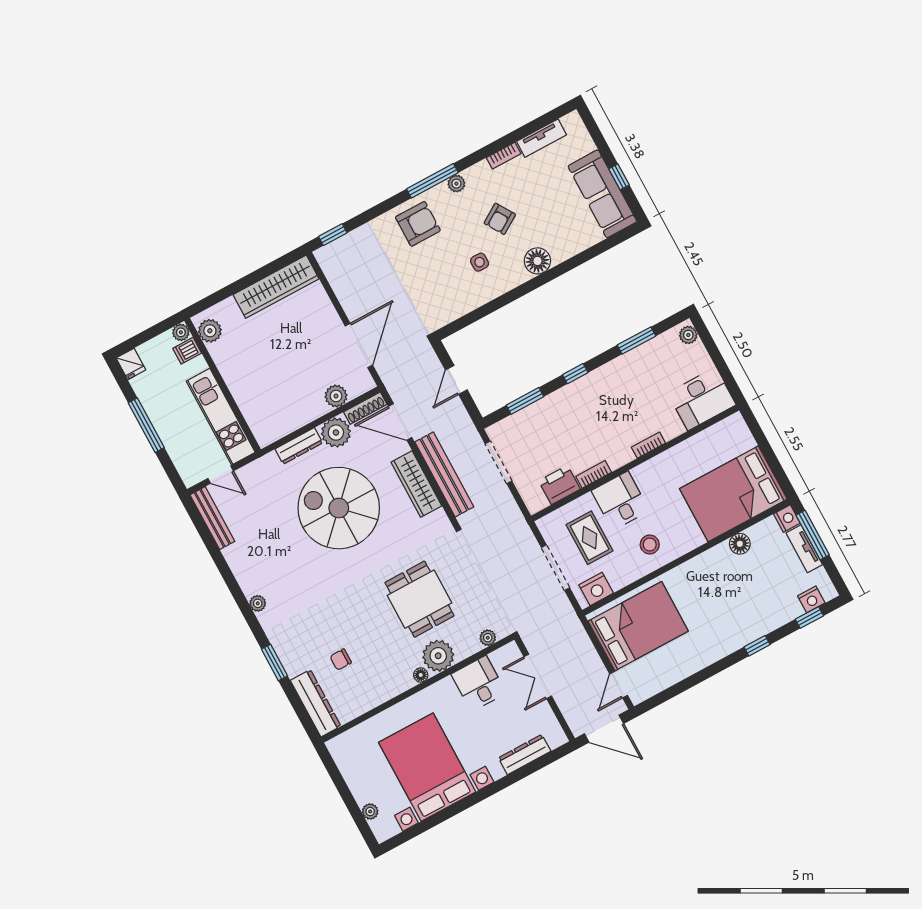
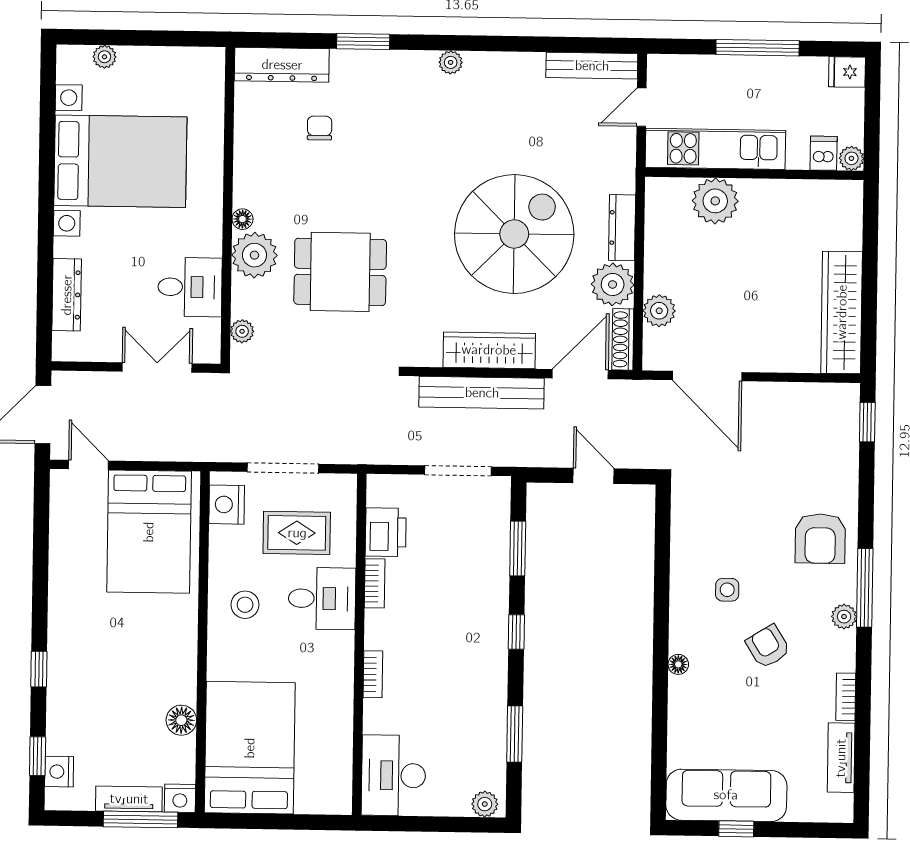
floor lamp: (537, 261) -> (678, 664), width x0.53, depth x0.53
plant: (210, 331) -> (715, 201), moved, width x1.36, depth x1.36

